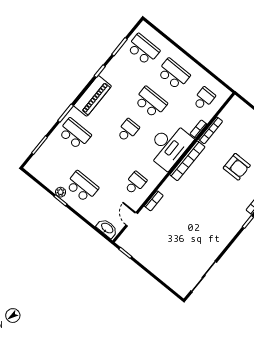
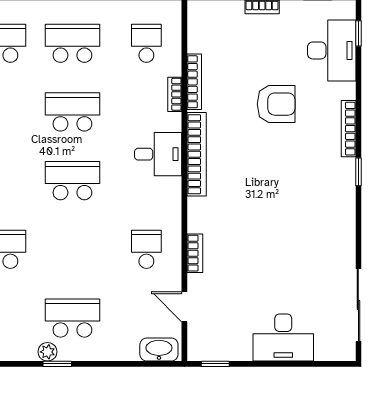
school desk: (128, 130) -> (72, 181), width x1.85
desk: (169, 146) -> (158, 154), width x0.53, depth x0.77
desk: (162, 265) -> (283, 337), added

